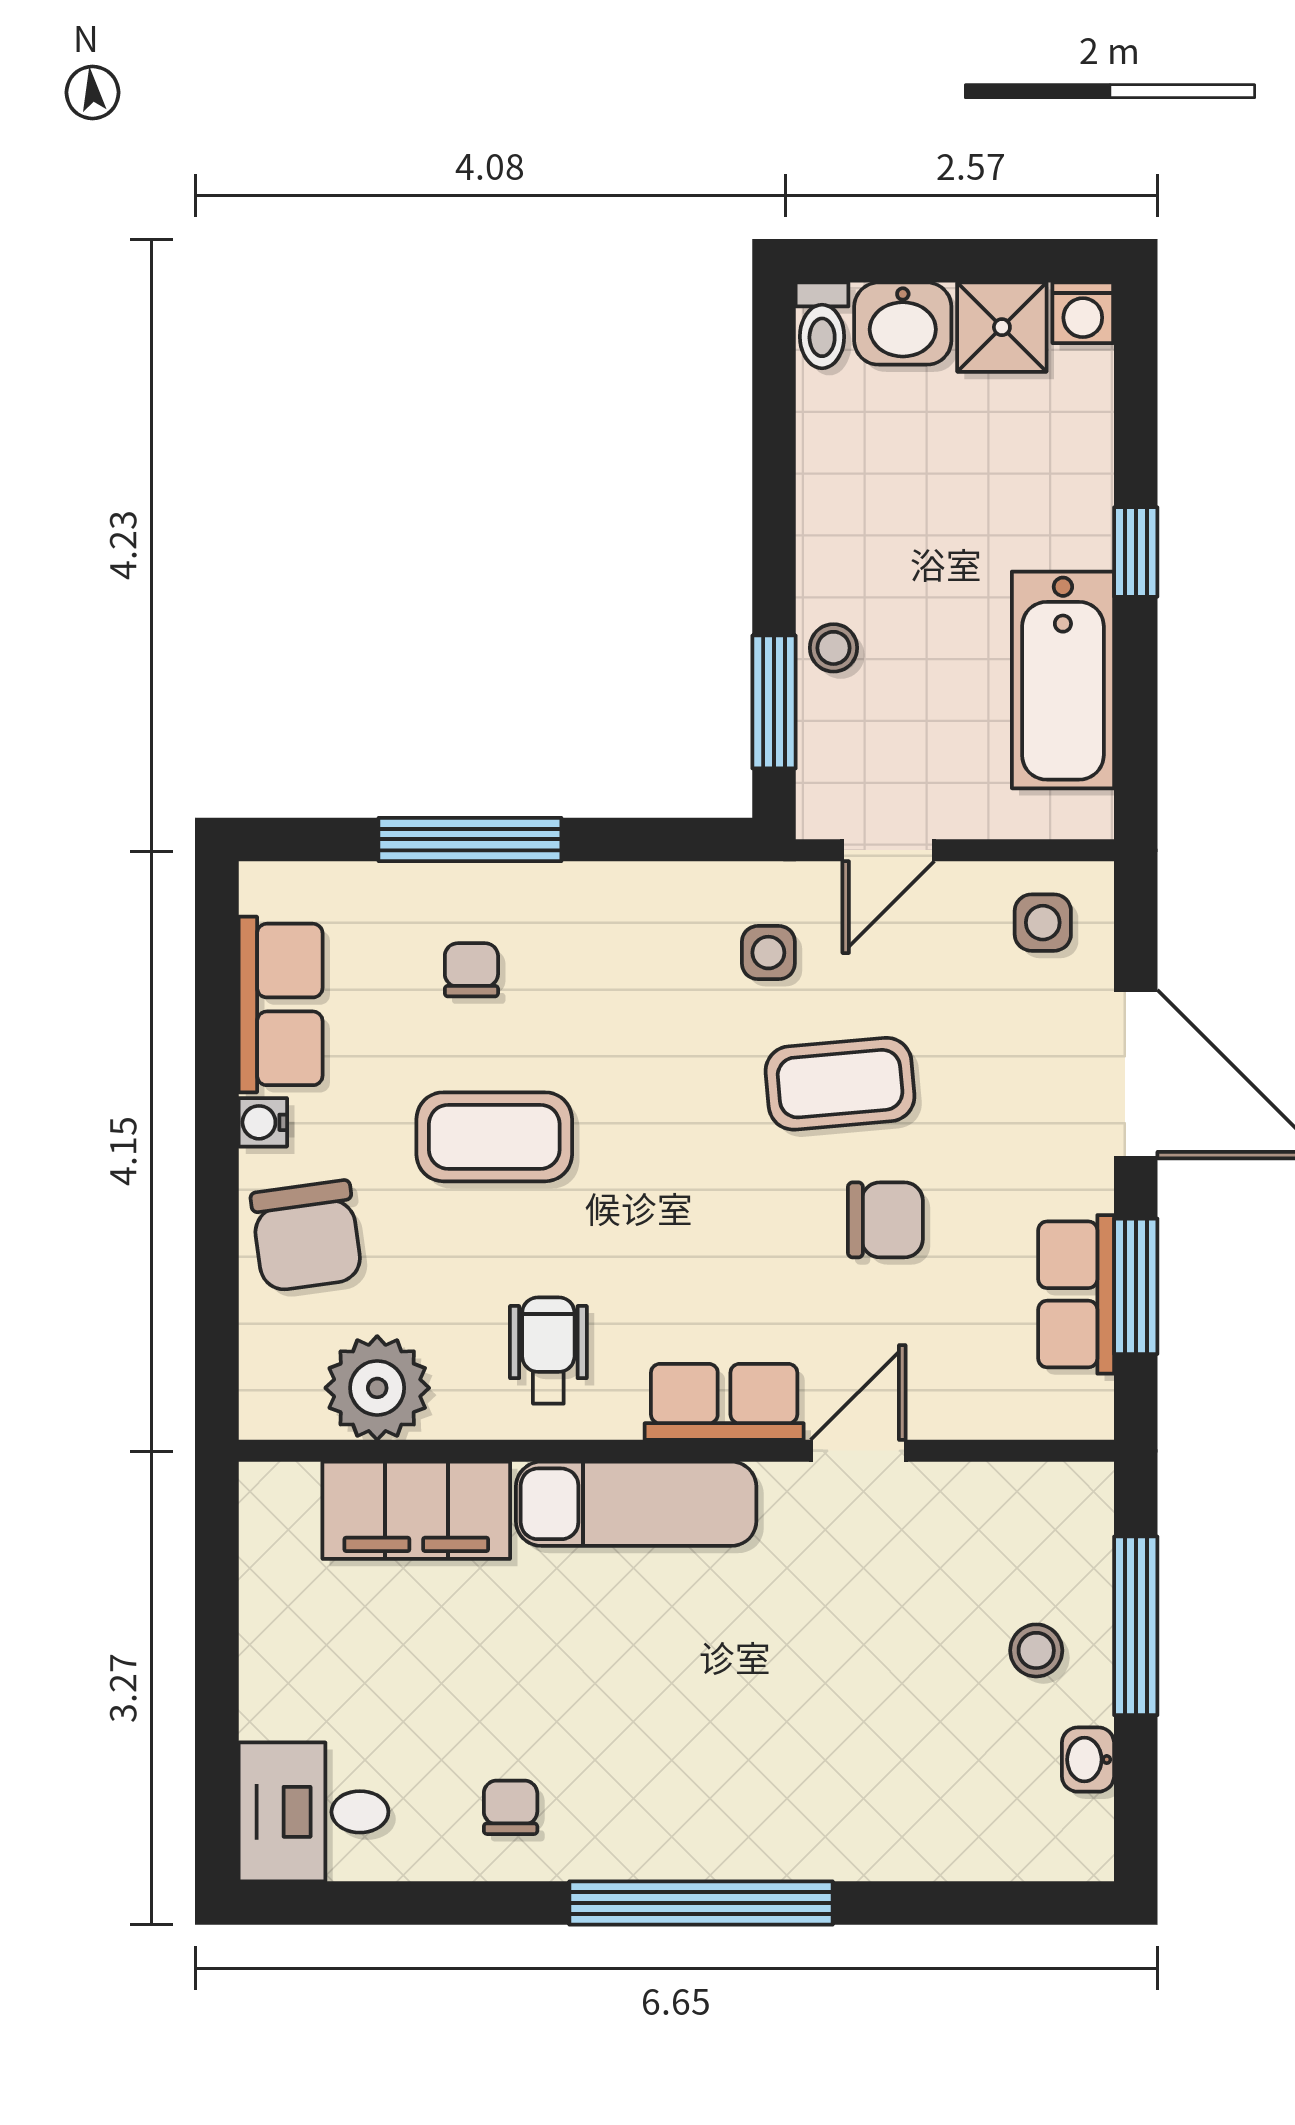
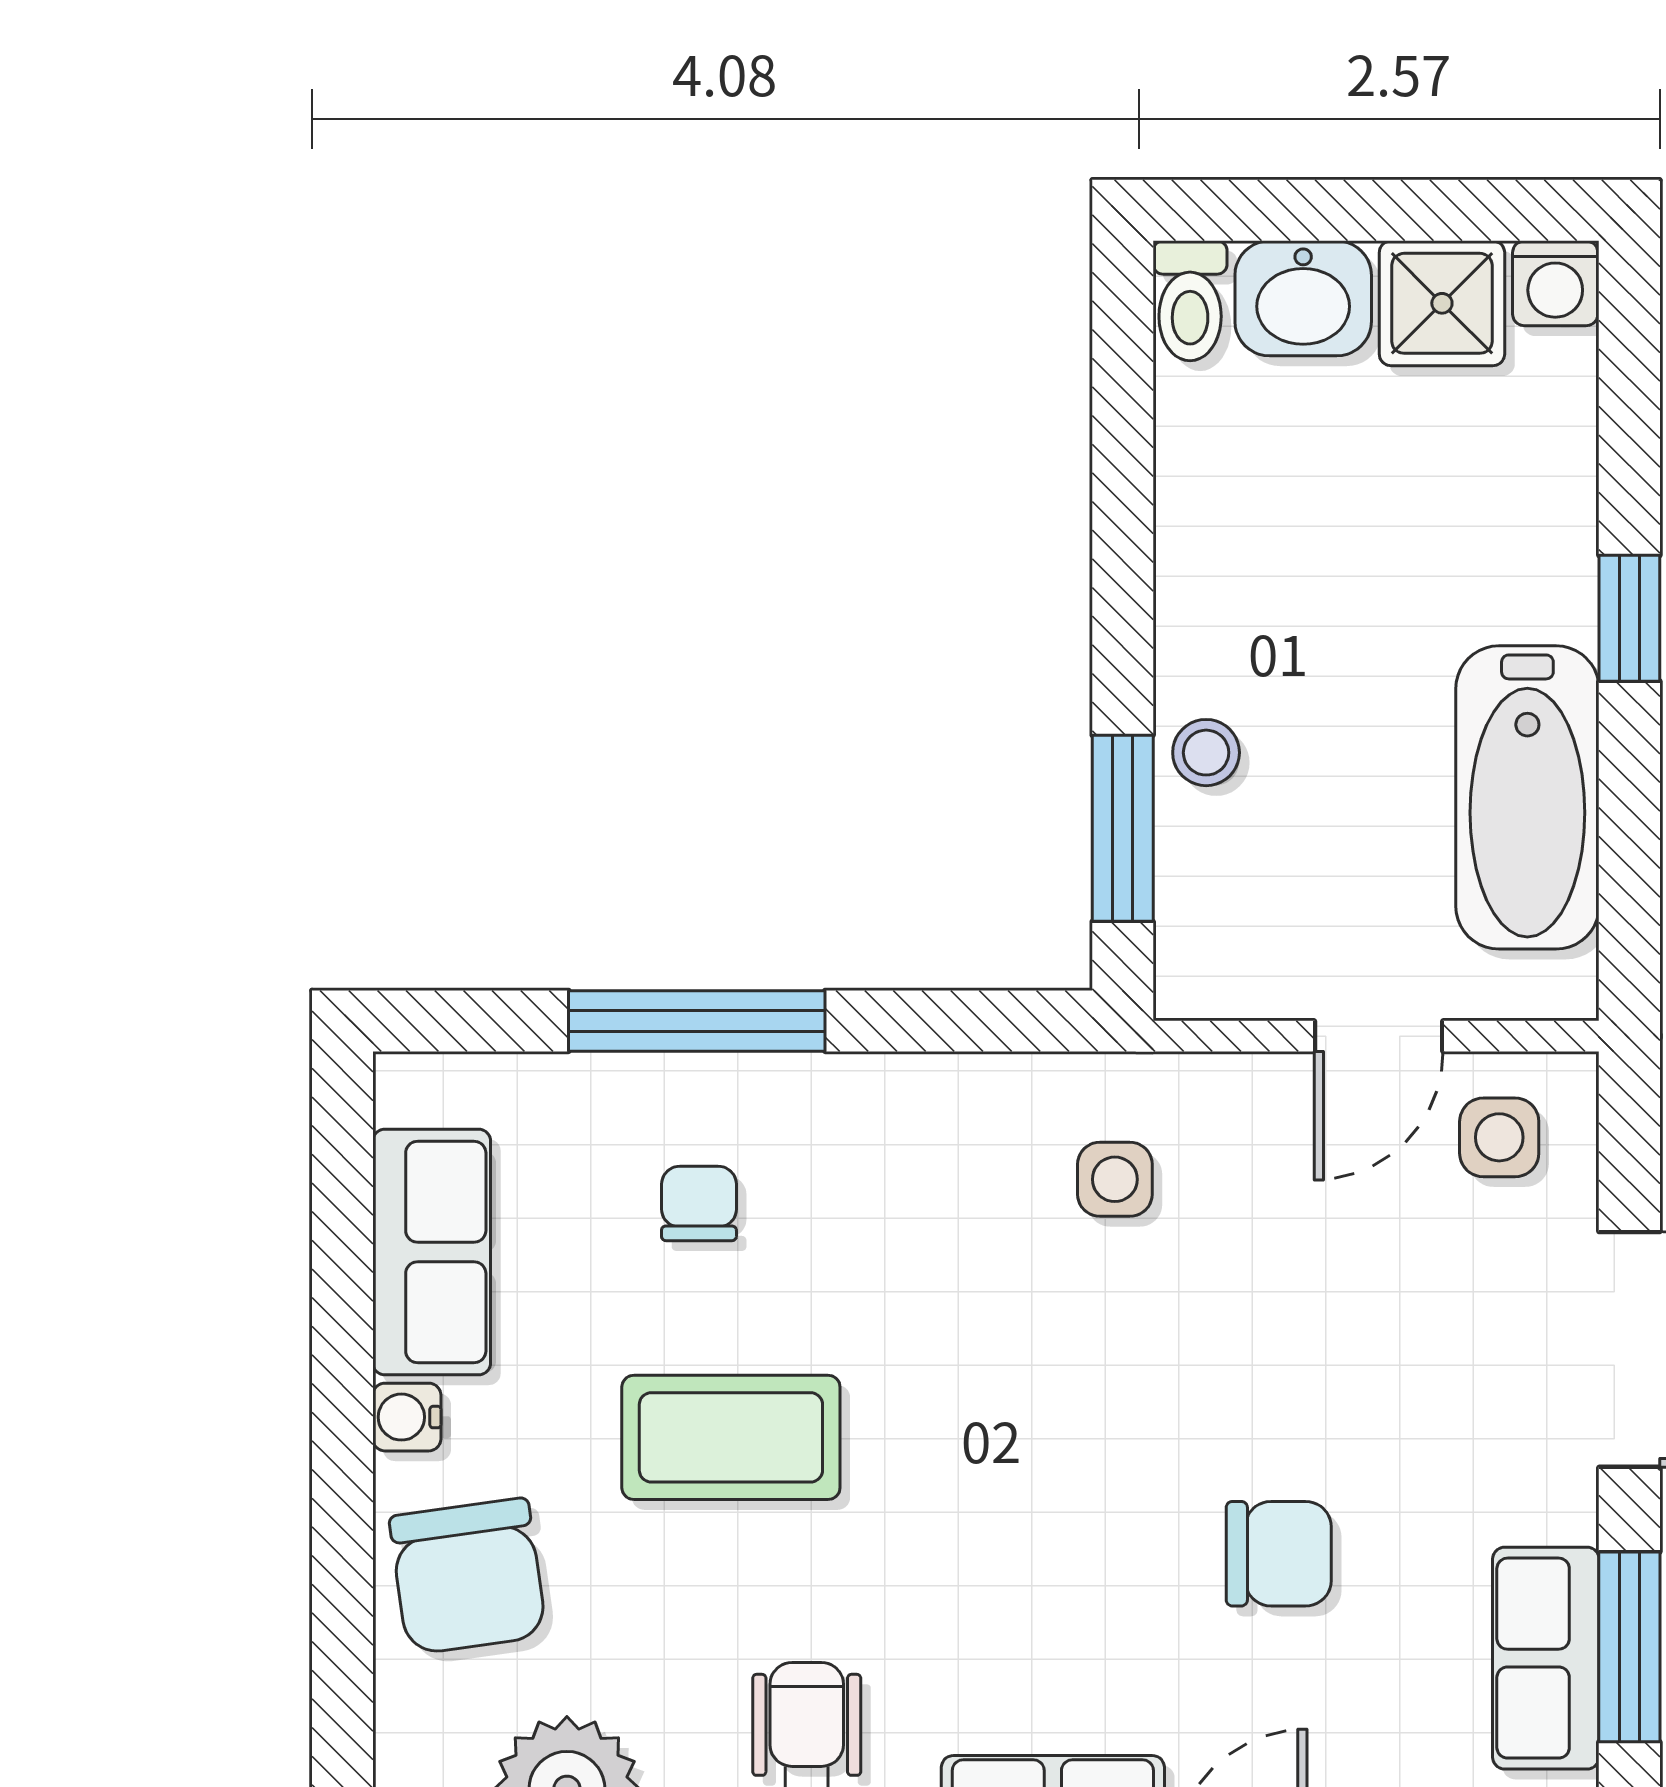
door: (888, 850) -> (1379, 1036), moved
coffee table: (840, 1084) -> (1215, 1363), removed

